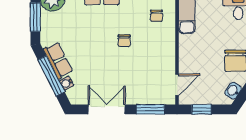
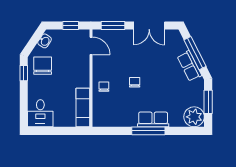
chair: (156, 16) -> (104, 87), moved
water cooler: (67, 83) -> (182, 47), removed
door: (177, 85) -> (91, 46), swing flipped

